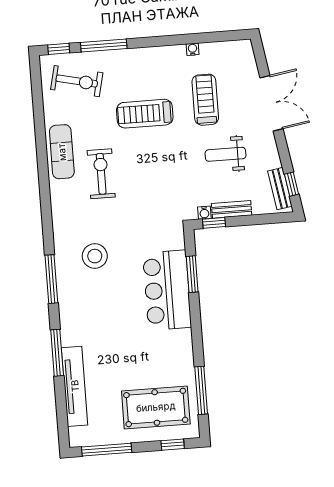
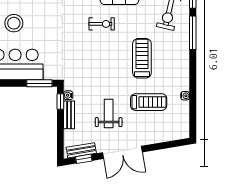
double door: (272, 103) -> (122, 152), moved
exercise bike: (101, 174) -> (102, 24), width x0.73, depth x0.72
stool: (95, 256) -> (14, 23), moved
window: (192, 274) -> (39, 83), moved

